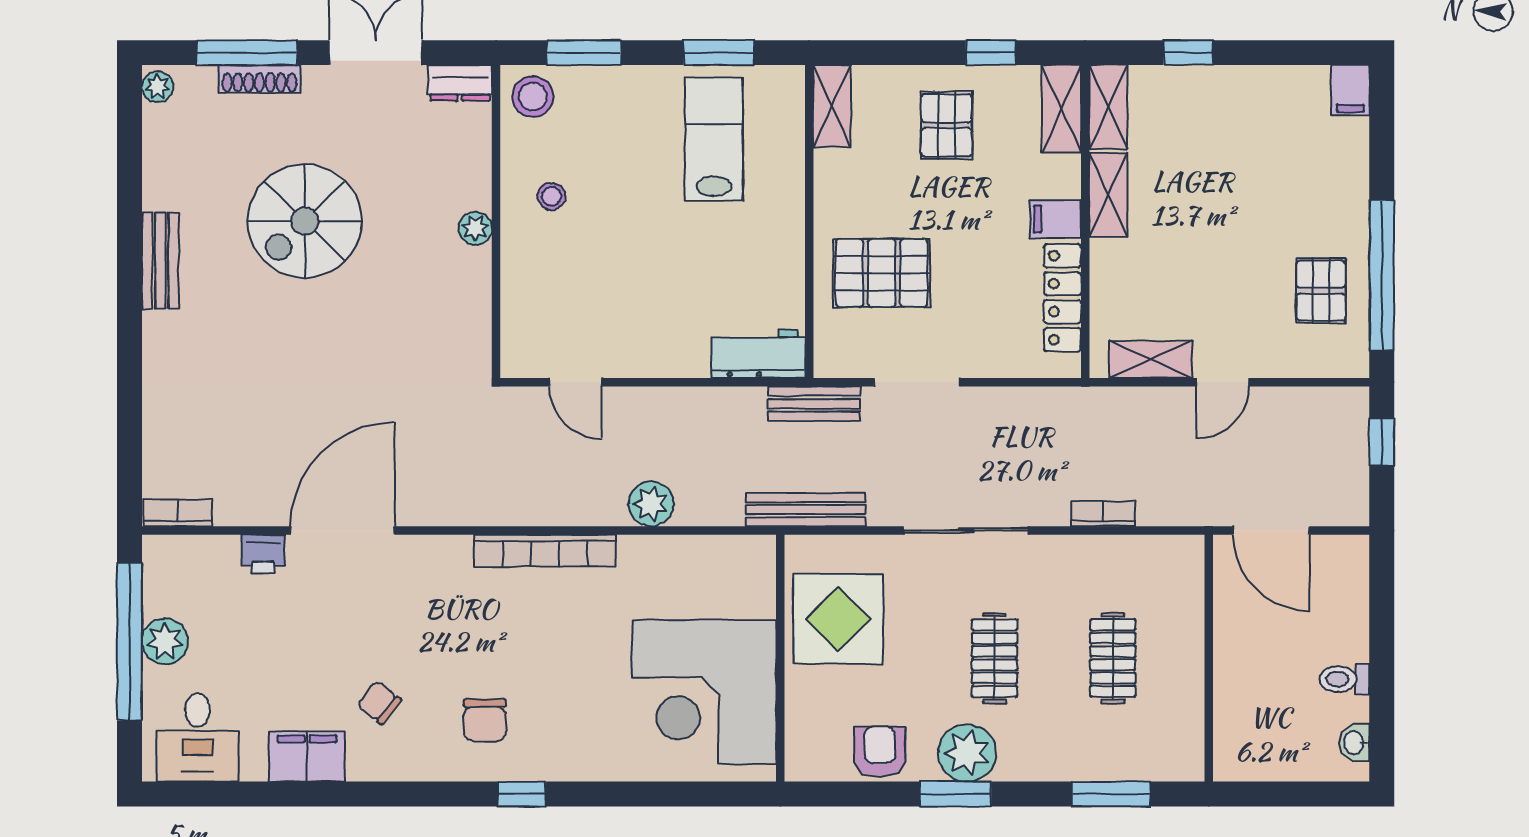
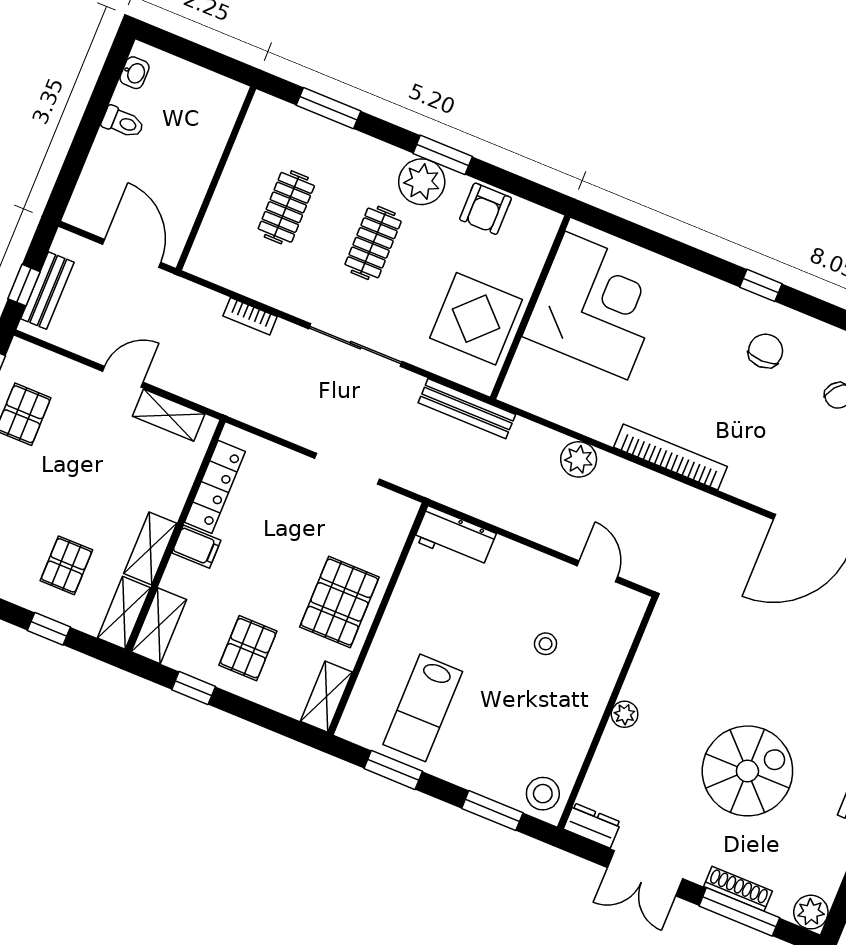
plant: (157, 87) -> (811, 912), width x1.38, depth x1.38
pallet: (1198, 135) -> (66, 565), added
stool: (551, 196) -> (546, 644), moved
pallet: (882, 273) -> (339, 602), moved, turned 90
bench: (814, 404) -> (47, 291), moved, turned 90

